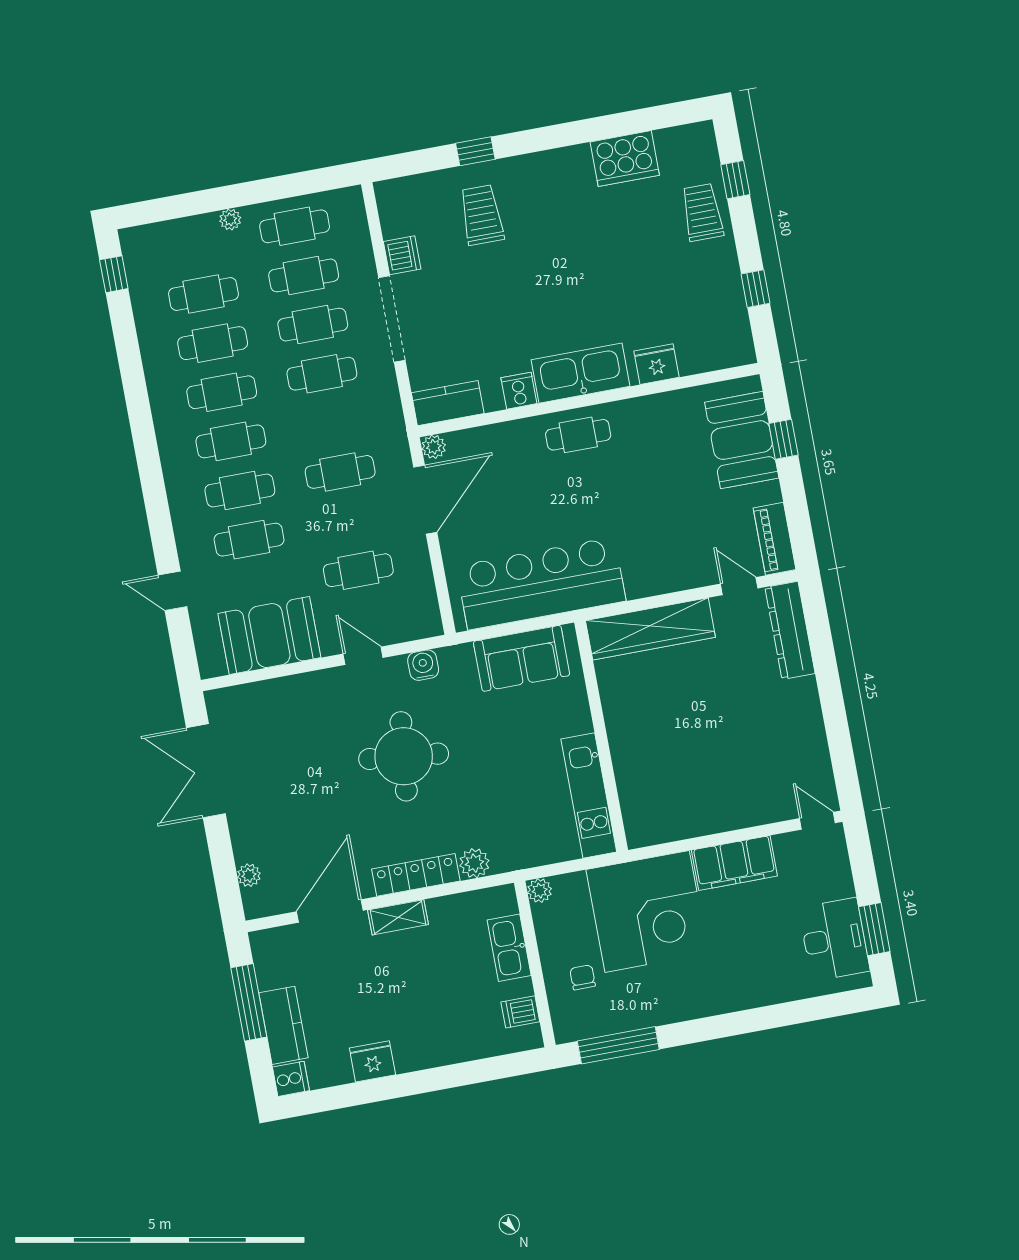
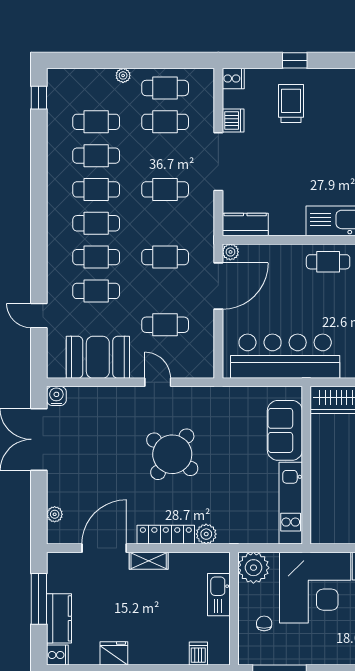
cafe table: (313, 325) -> (165, 156), removed
cooker: (519, 391) -> (233, 79), moved, turned 90
sofa: (522, 658) -> (285, 430), moved, turned 90
water cooler: (423, 665) -> (56, 396), moved
round table: (404, 756) -> (172, 454), turned 32
plant: (540, 891) -> (253, 568), width x1.87, depth x1.87
dishwasher: (520, 1012) -> (198, 654), moved, turned 90

